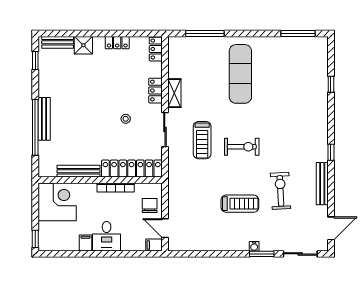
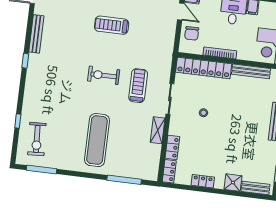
locker: (156, 91) -> (172, 147), moved
exercise bike: (280, 191) -> (37, 139), moved

